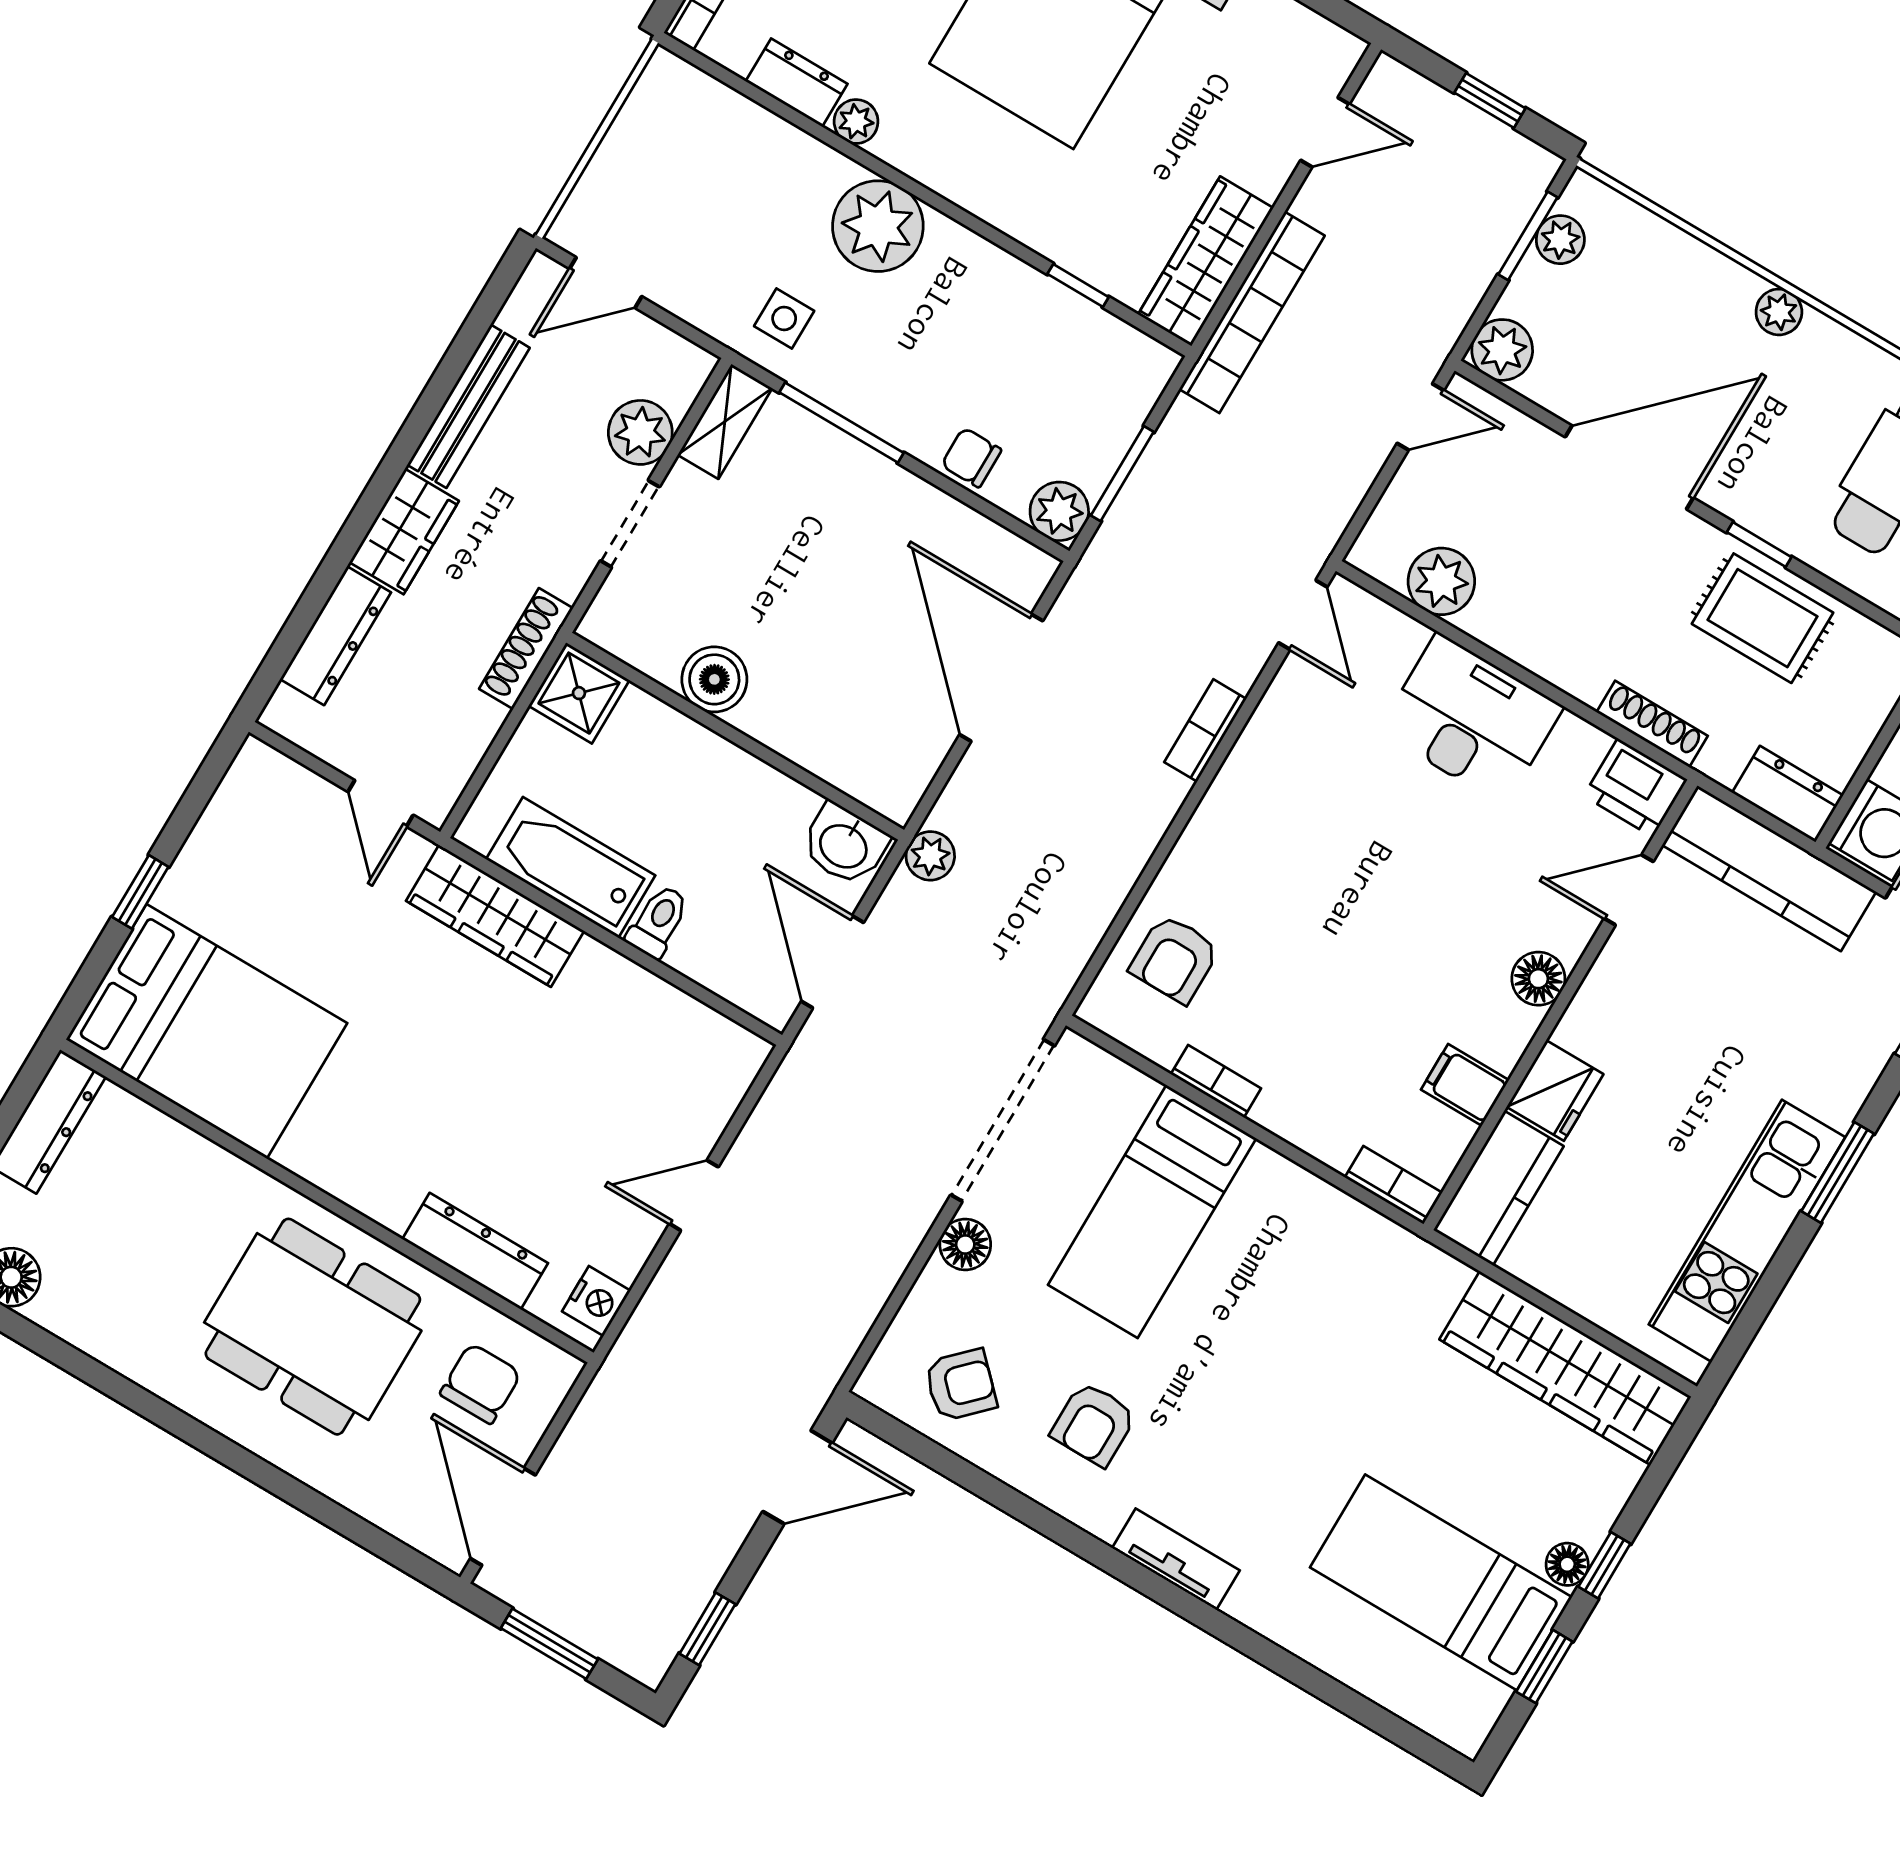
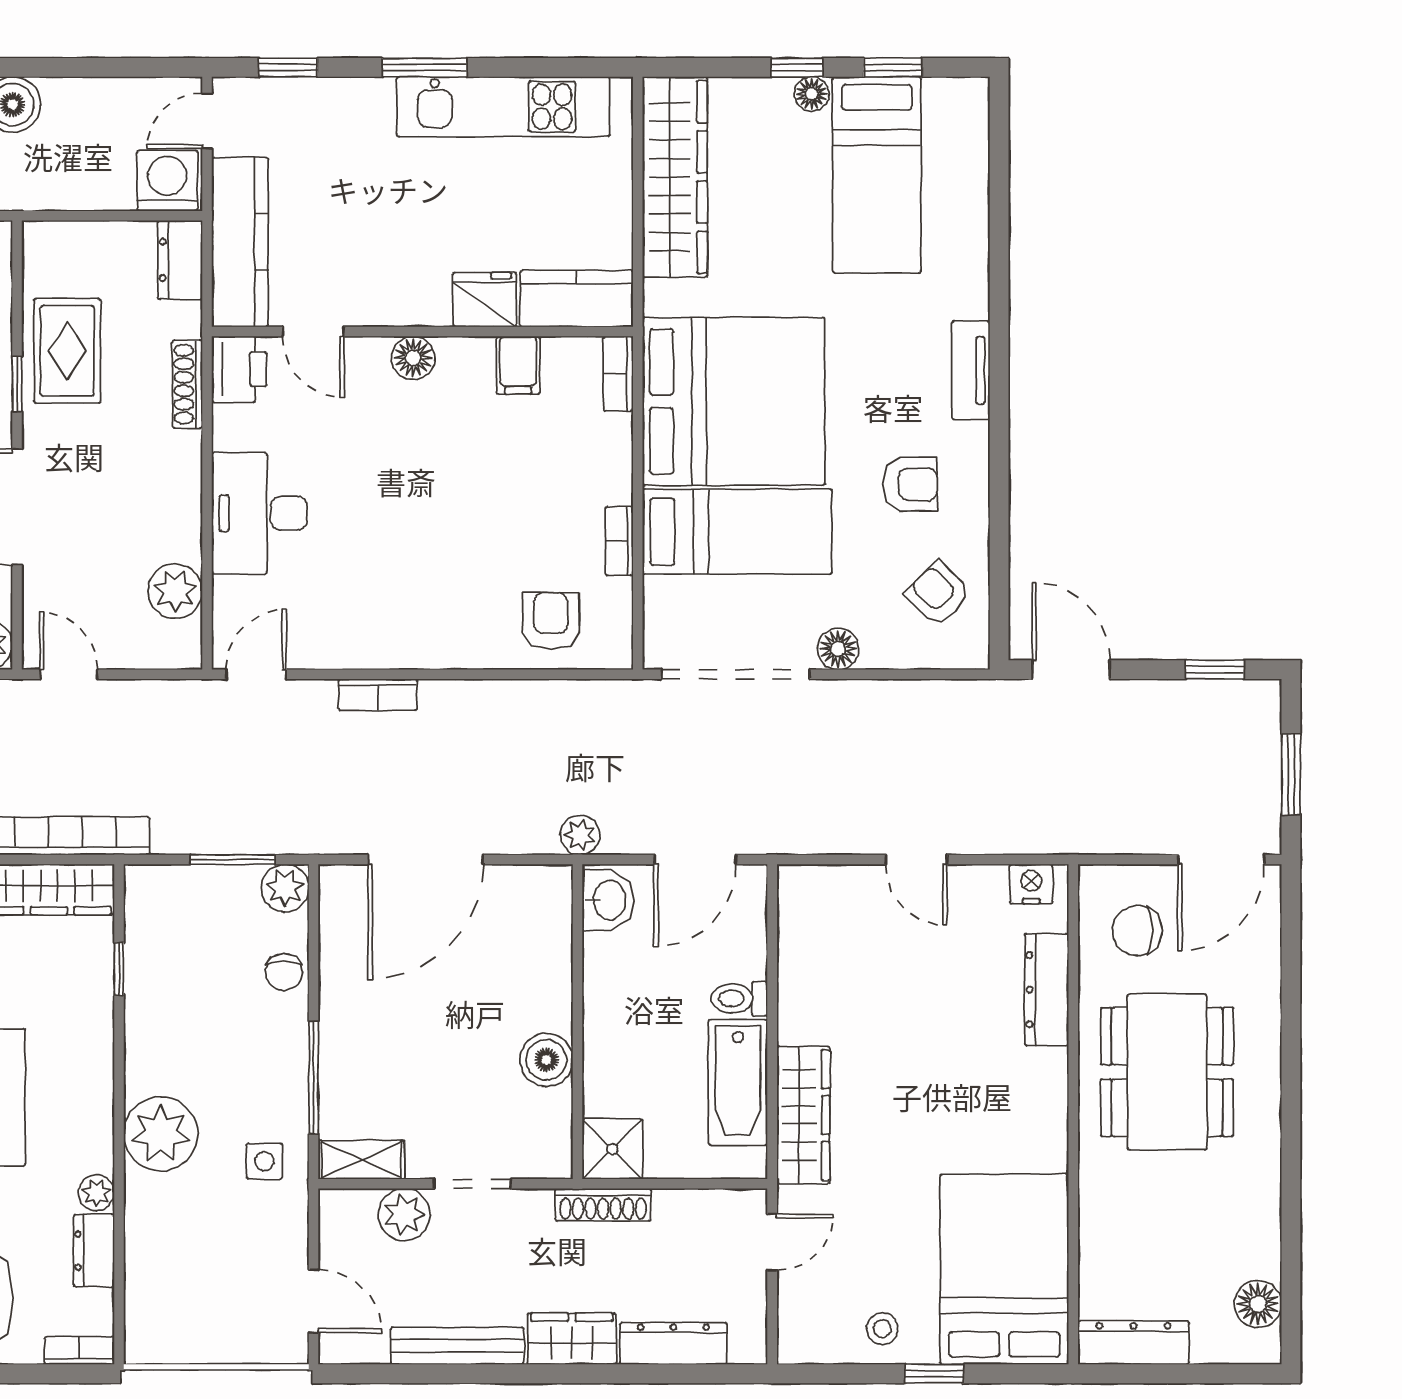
stool: (220, 865) -> (882, 1329), added
armchair: (1174, 959) -> (551, 621), turned -90
bed: (1292, 1289) -> (734, 401), added

